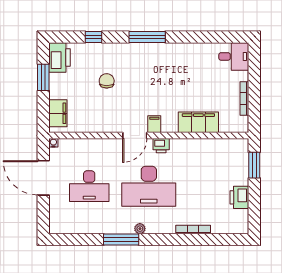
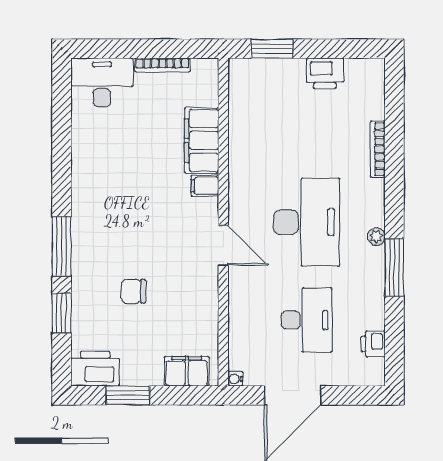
window: (93, 37) -> (62, 313), width x1.50
window: (147, 37) -> (62, 246), moved
desk: (234, 56) -> (102, 82), width x1.37
filing cabinet: (154, 124) -> (205, 186), moved
printer: (161, 146) -> (373, 344), moved, turned 180

